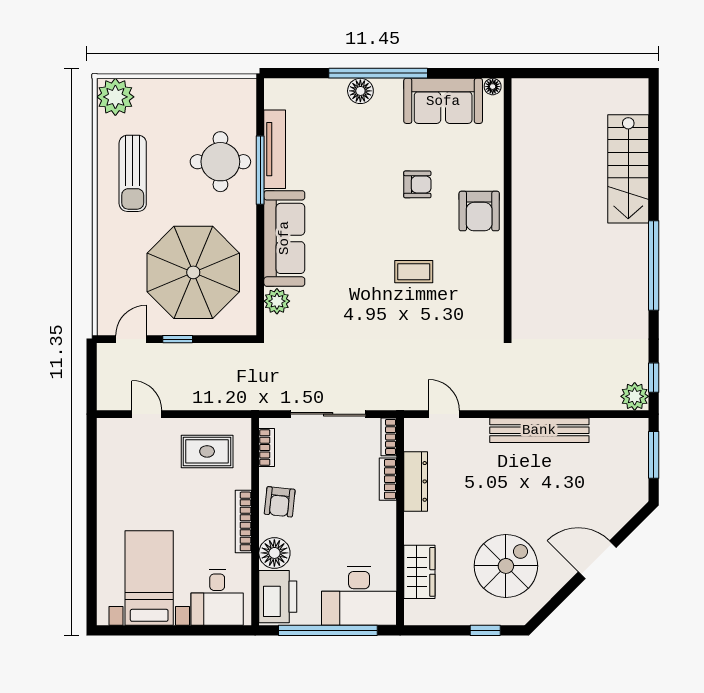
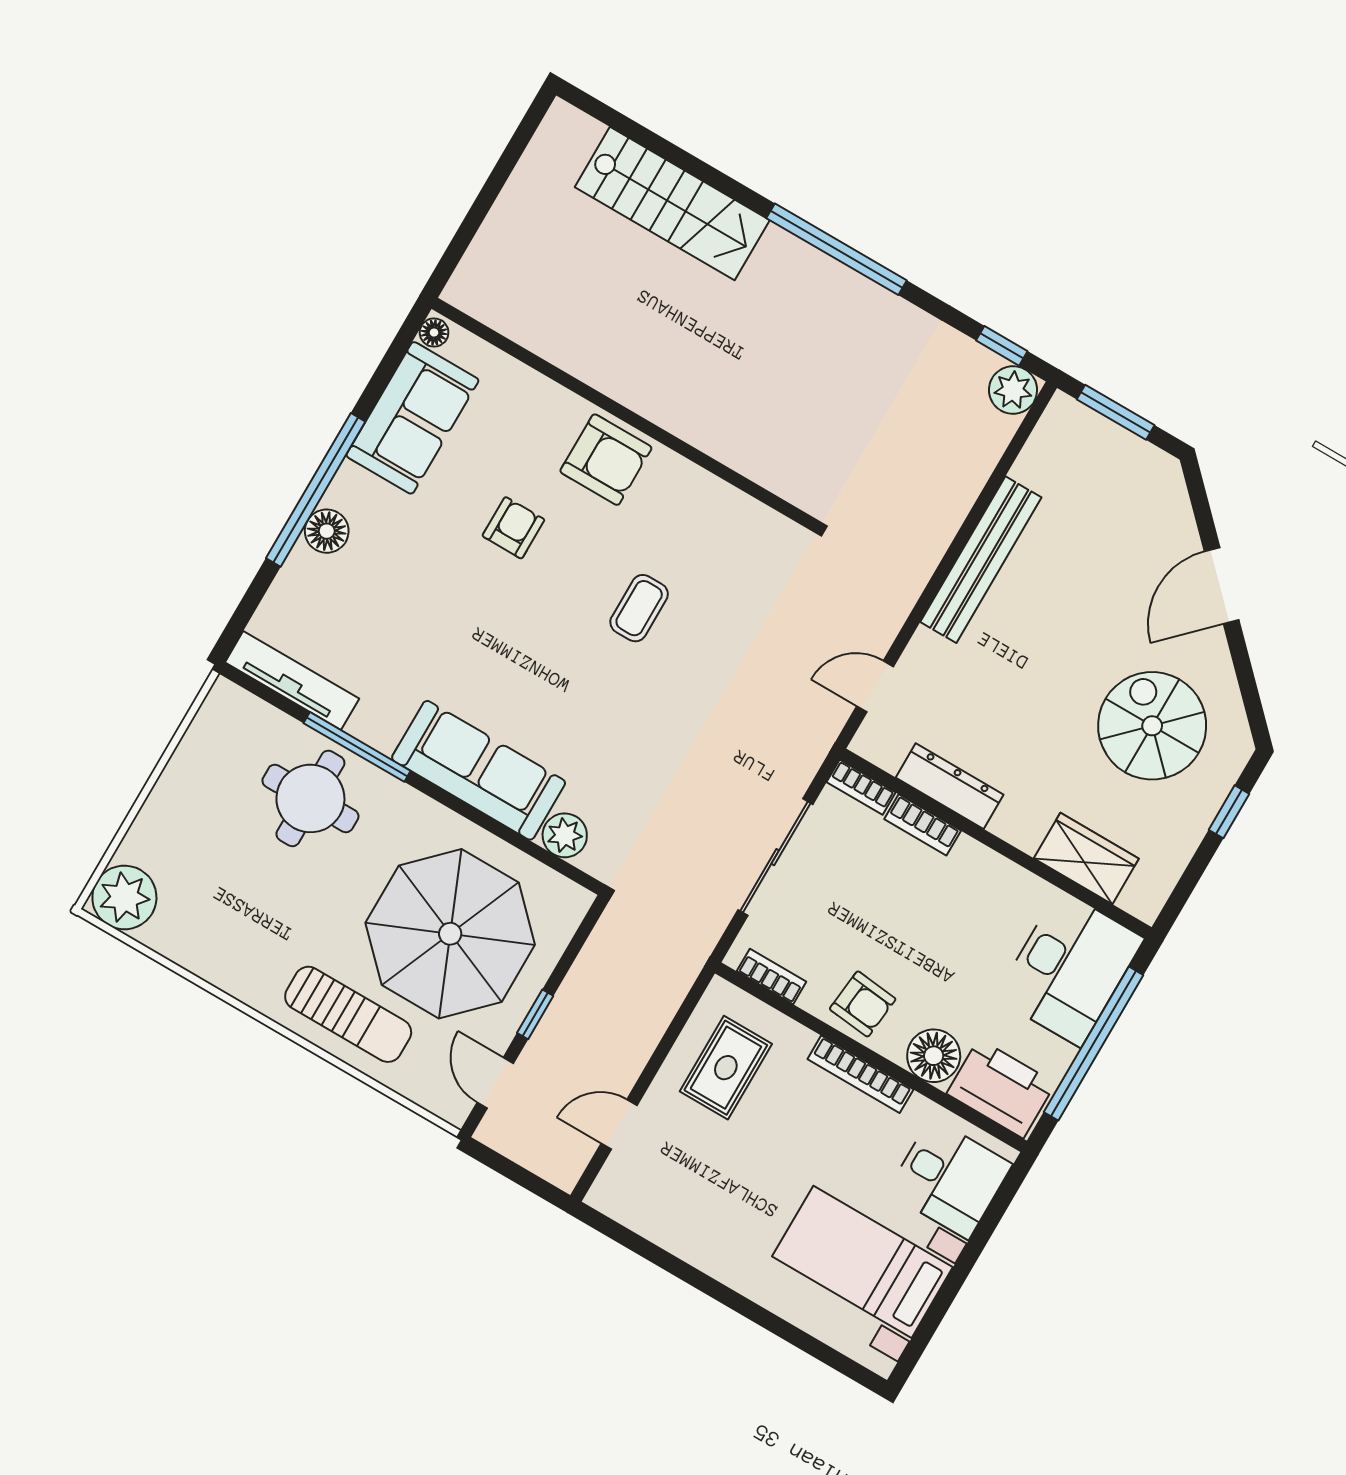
tv unit: (275, 149) -> (292, 680), moved
sun lounger: (133, 173) -> (348, 1014), moved

